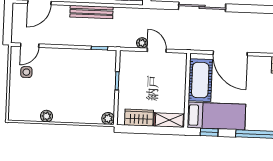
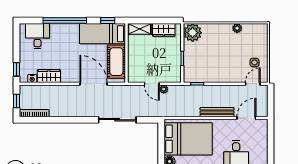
bench: (91, 12) -> (217, 112), moved
plant: (108, 118) -> (193, 33), width x1.87, depth x1.87

